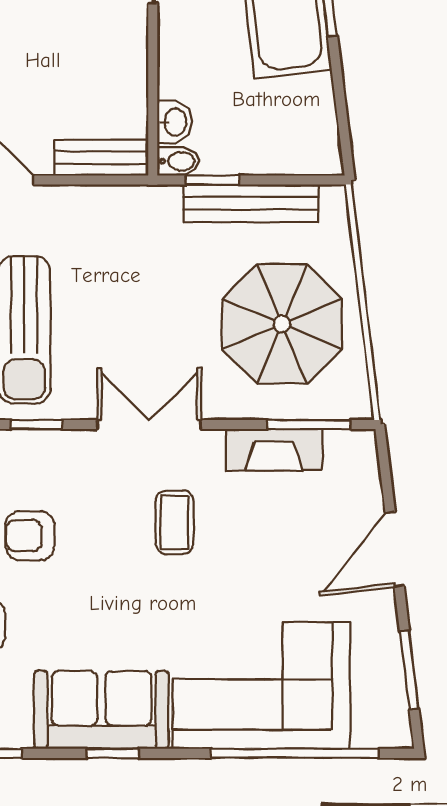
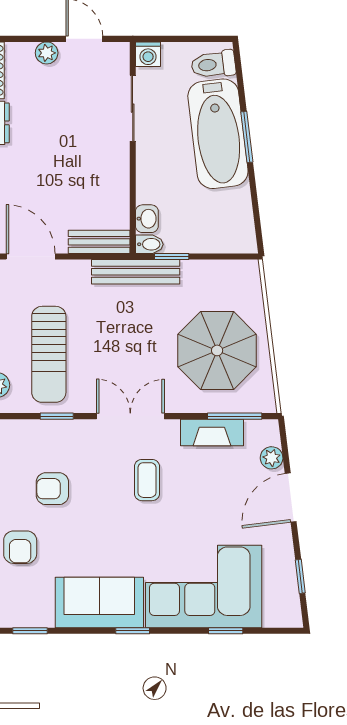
bench: (251, 203) -> (136, 272), moved
plant: (365, 488) -> (272, 458), added
window: (409, 670) -> (300, 576), width x0.67
window: (113, 753) -> (133, 631), moved
window: (295, 753) -> (226, 631), width x0.32

